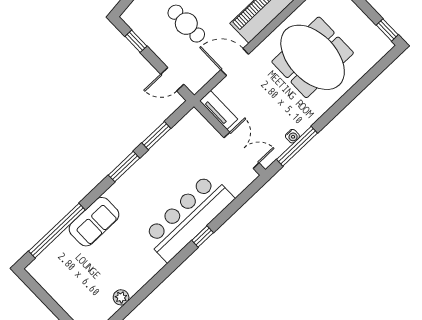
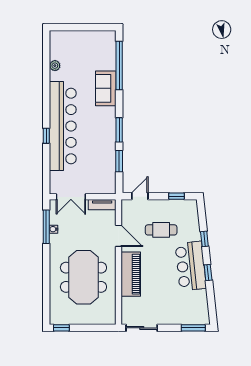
meeting table: (313, 57) -> (83, 277), turned 90
door: (235, 62) -> (119, 236), hinge flipped
bar counter: (188, 217) -> (63, 126), width x1.36

